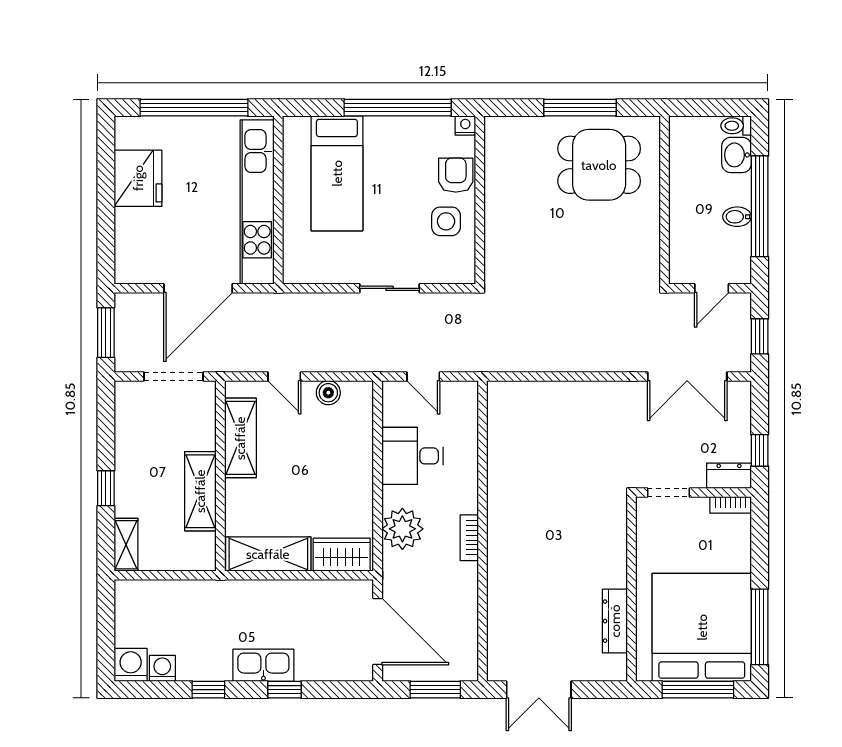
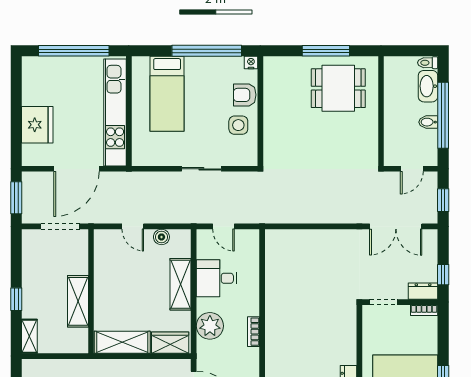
washbasin: (737, 155) -> (428, 86), width x1.38
armchair: (456, 175) -> (245, 95), turned -90
fridge: (138, 178) -> (37, 125), moved
shelving: (240, 438) -> (181, 284), moved

